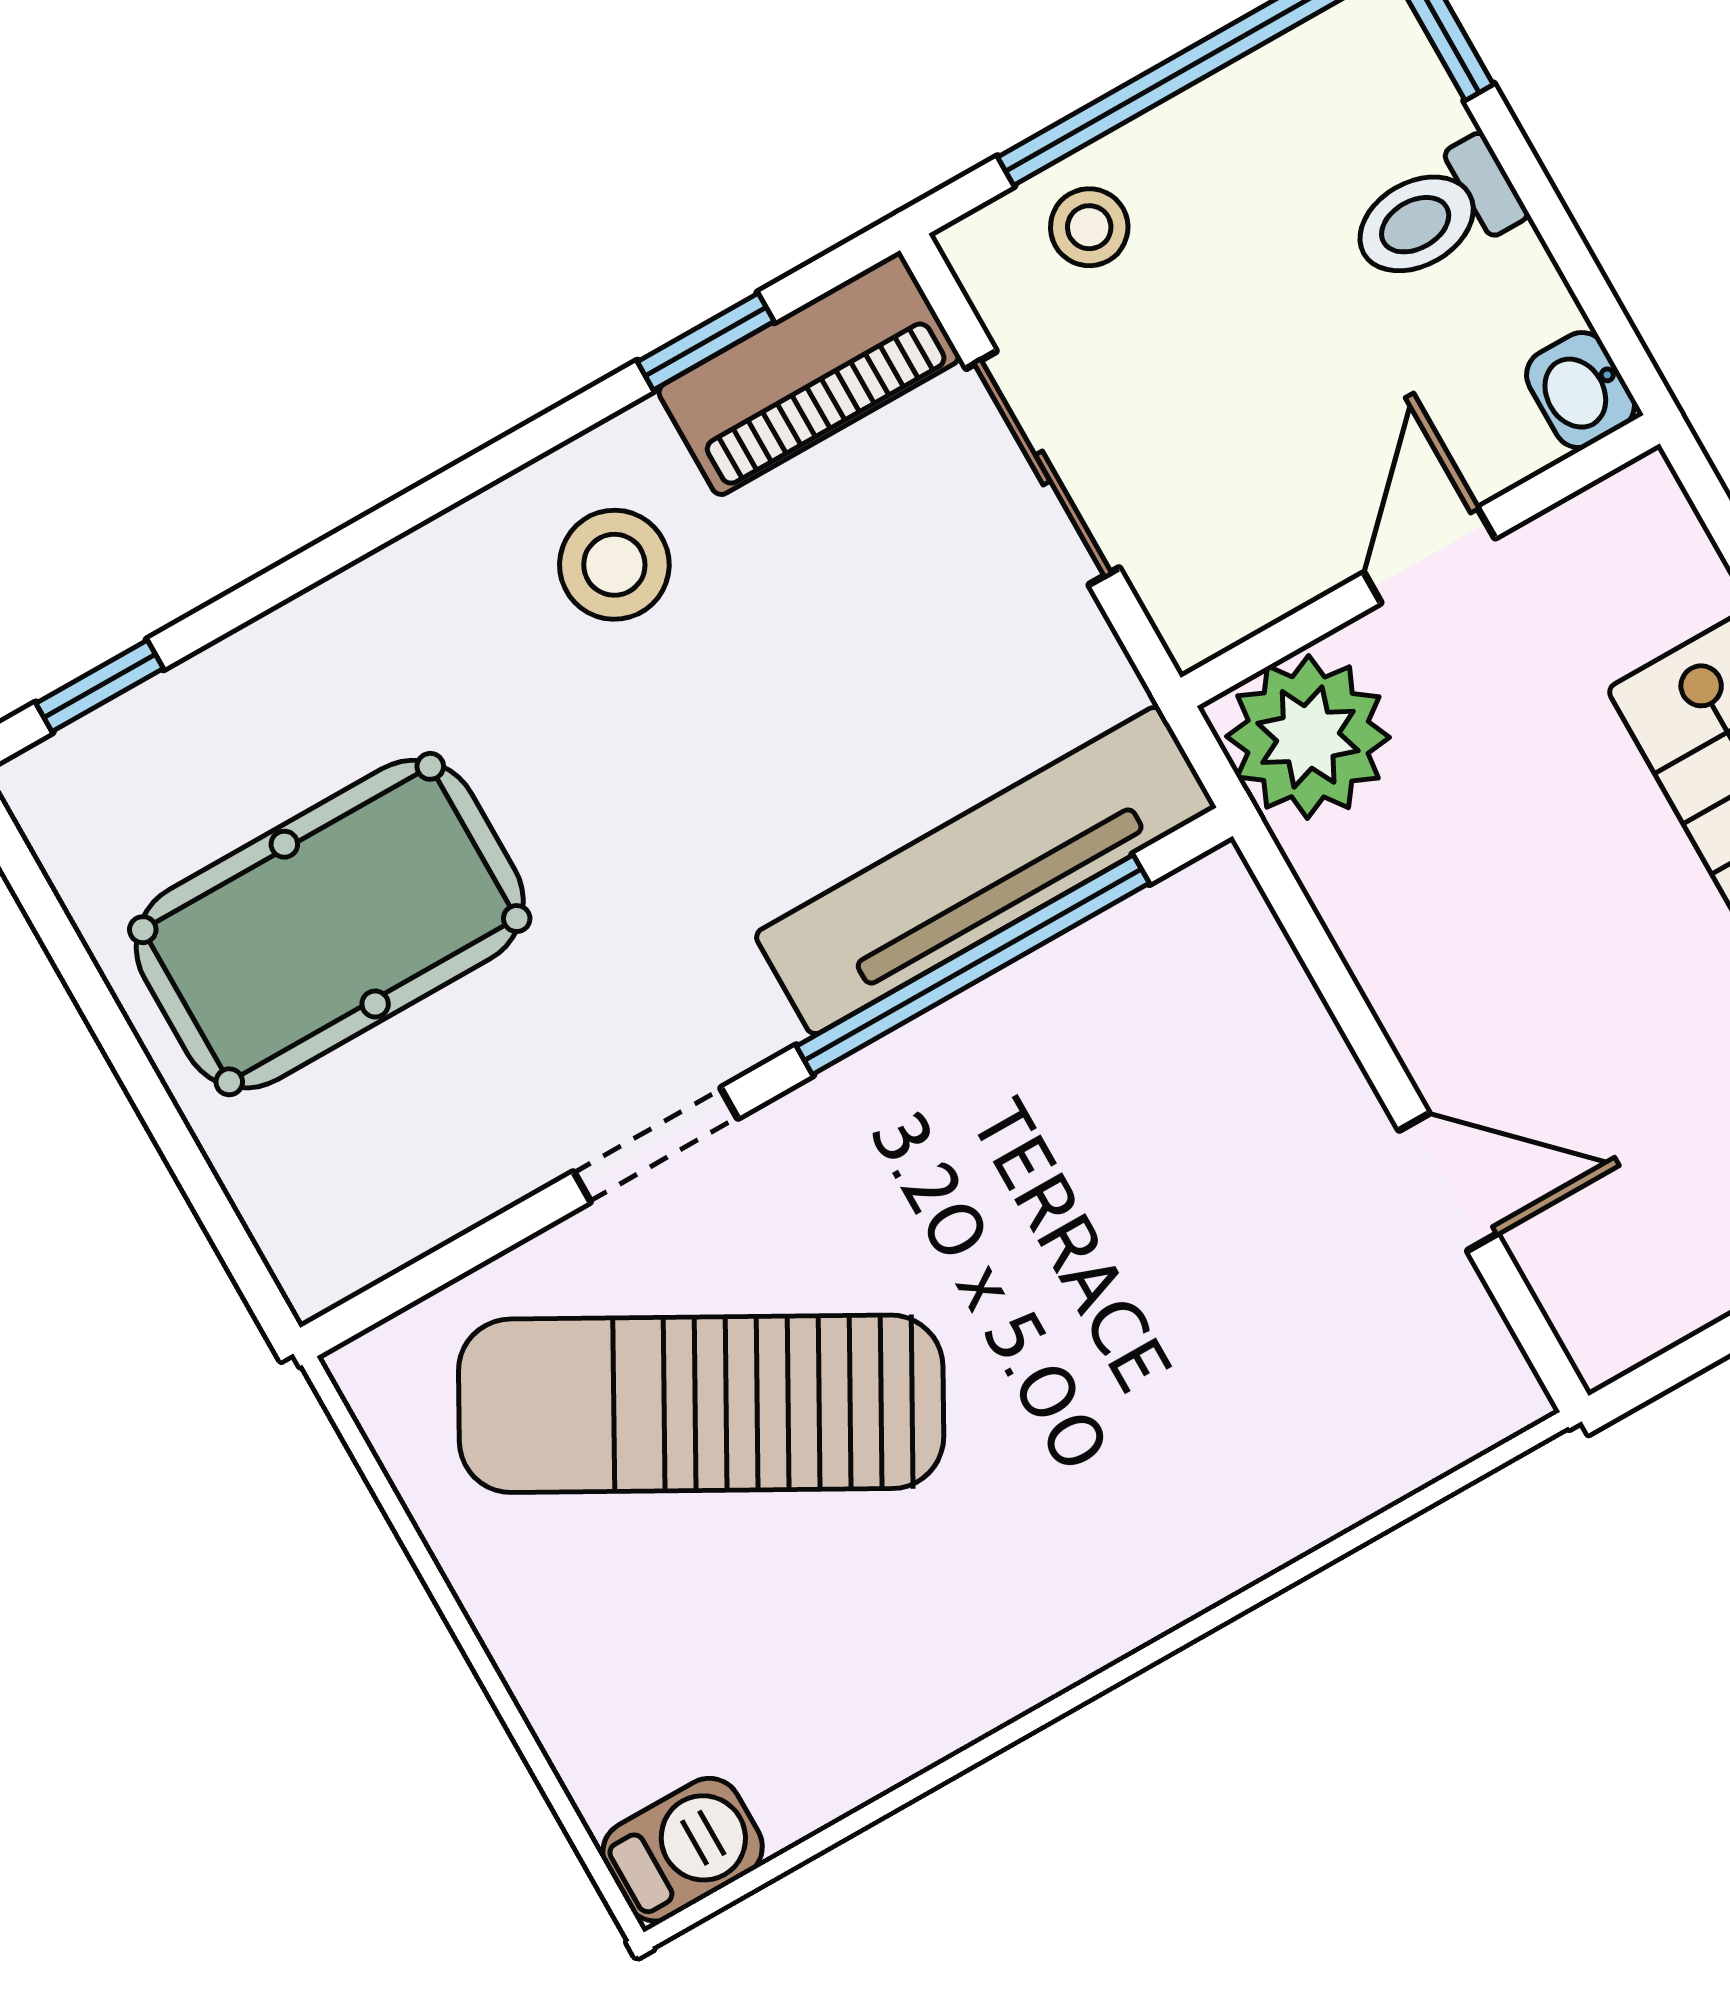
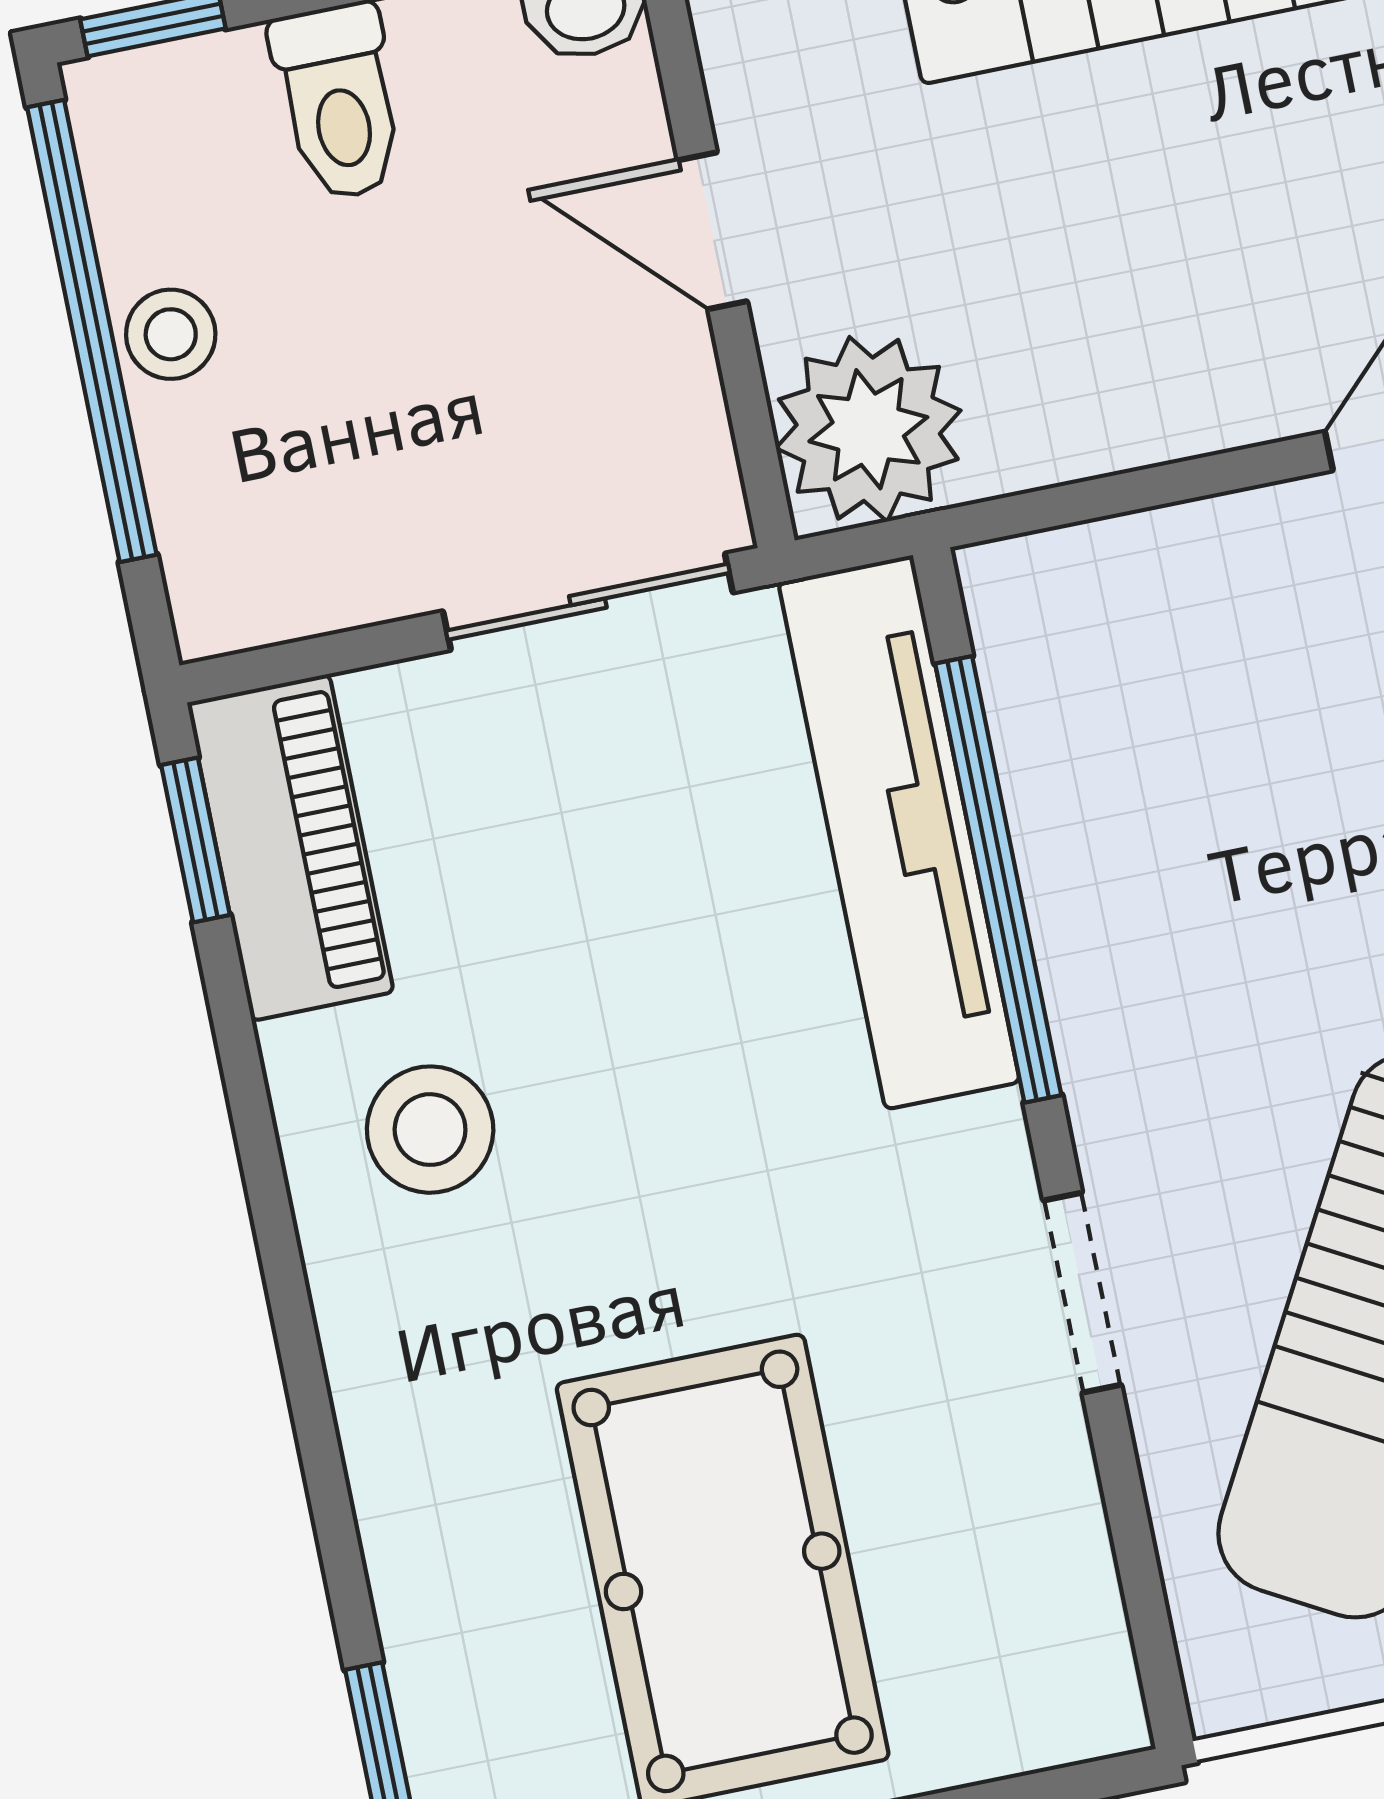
stool: (1089, 227) -> (171, 334), moved
window: (706, 342) -> (195, 840), moved
sliding door: (1043, 468) -> (588, 602), moved

